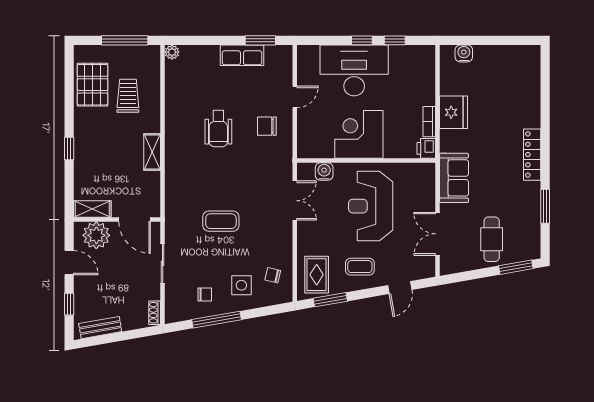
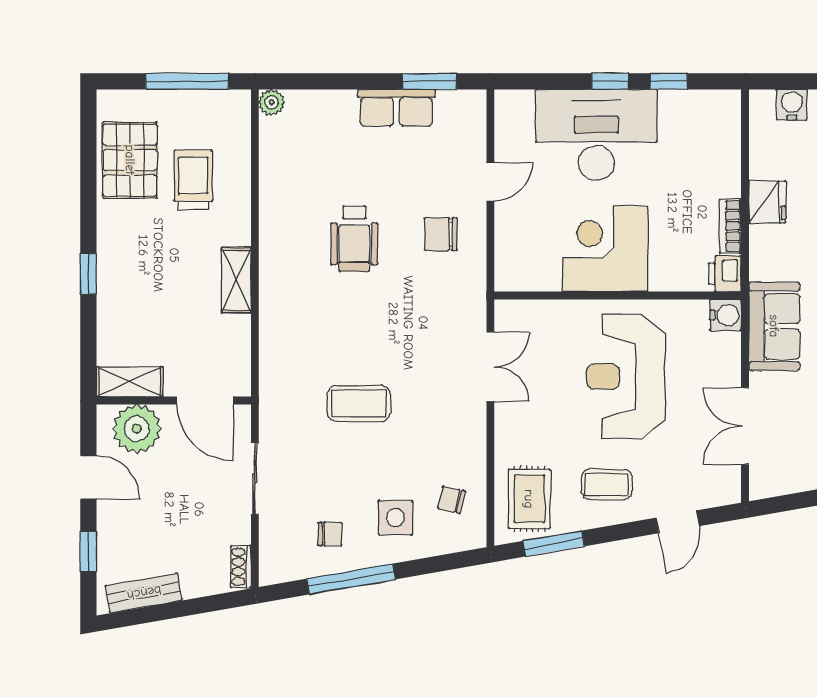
fridge: (453, 112) -> (767, 202), width x0.73, depth x0.75
water cooler: (324, 172) -> (725, 315), moved, turned 90

